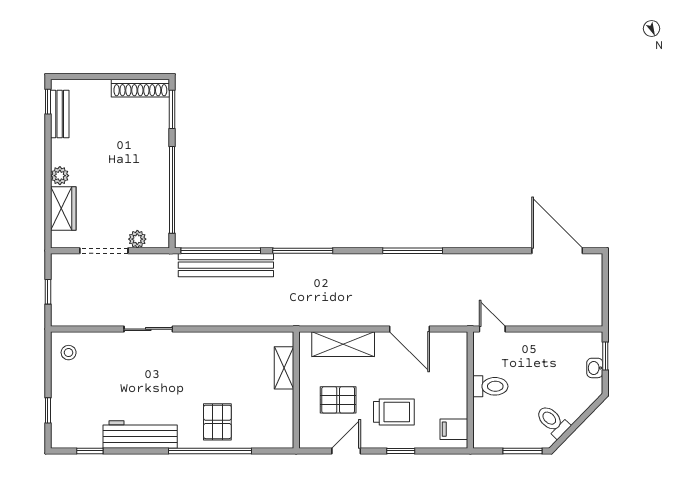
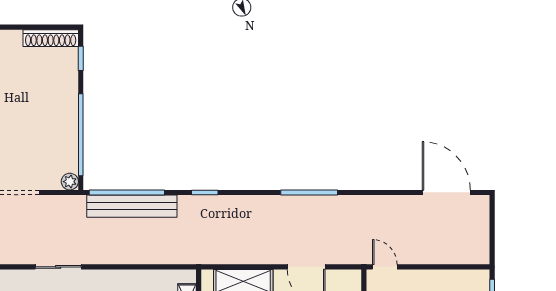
window: (172, 109) -> (81, 58), width x0.67
plant: (137, 239) -> (70, 182), moved
window: (303, 251) -> (205, 192), width x0.46

